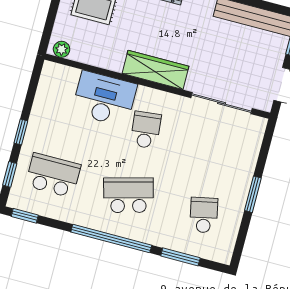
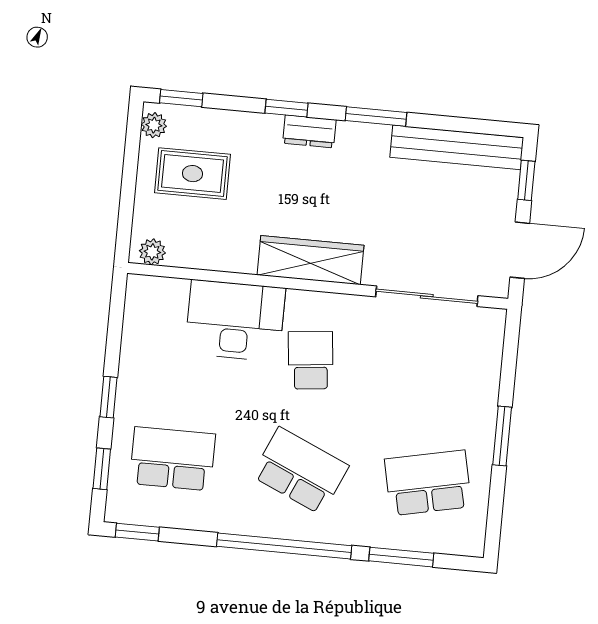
school desk: (128, 195) -> (300, 471), turned 39
school desk: (204, 215) -> (428, 483), width x1.85

